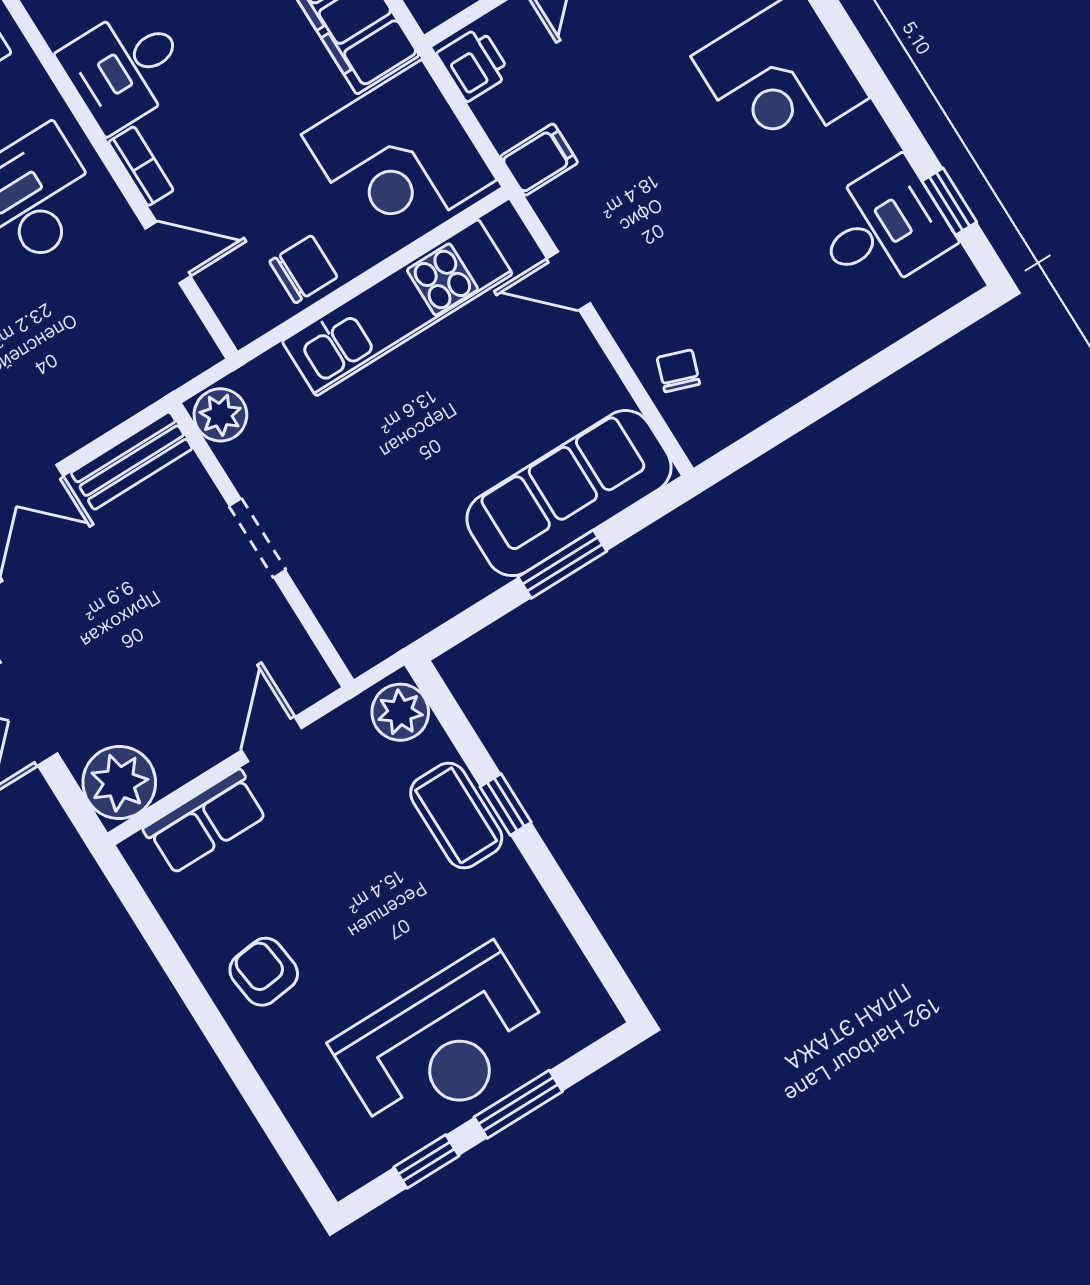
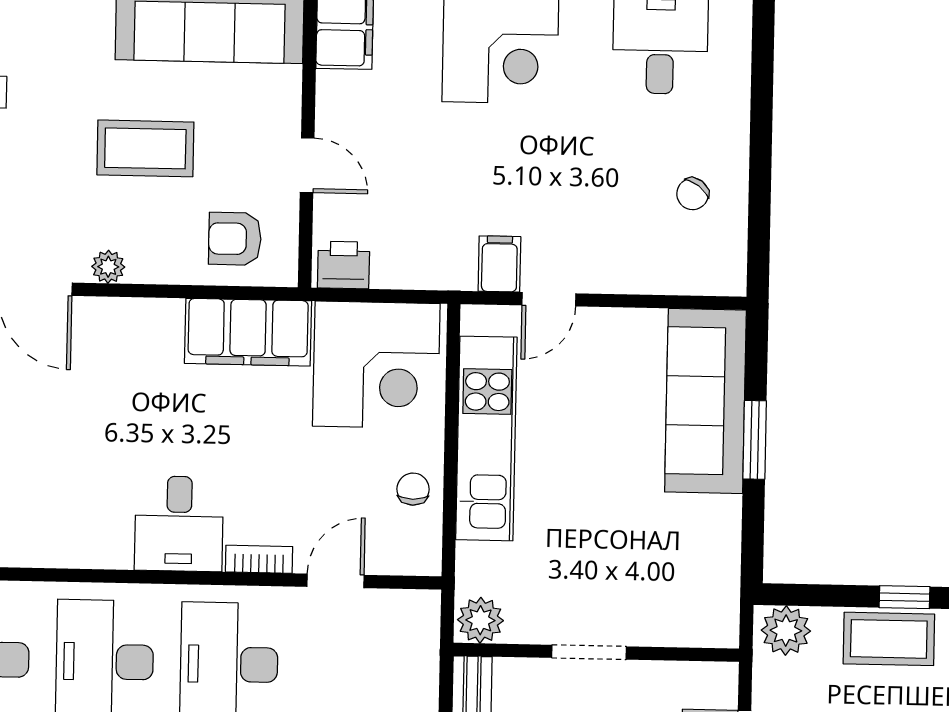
filing cabinet: (539, 160) -> (499, 264), moved
chair: (303, 269) -> (413, 489), width x0.73, depth x0.73
chair: (678, 371) -> (693, 194), moved, turned -72

